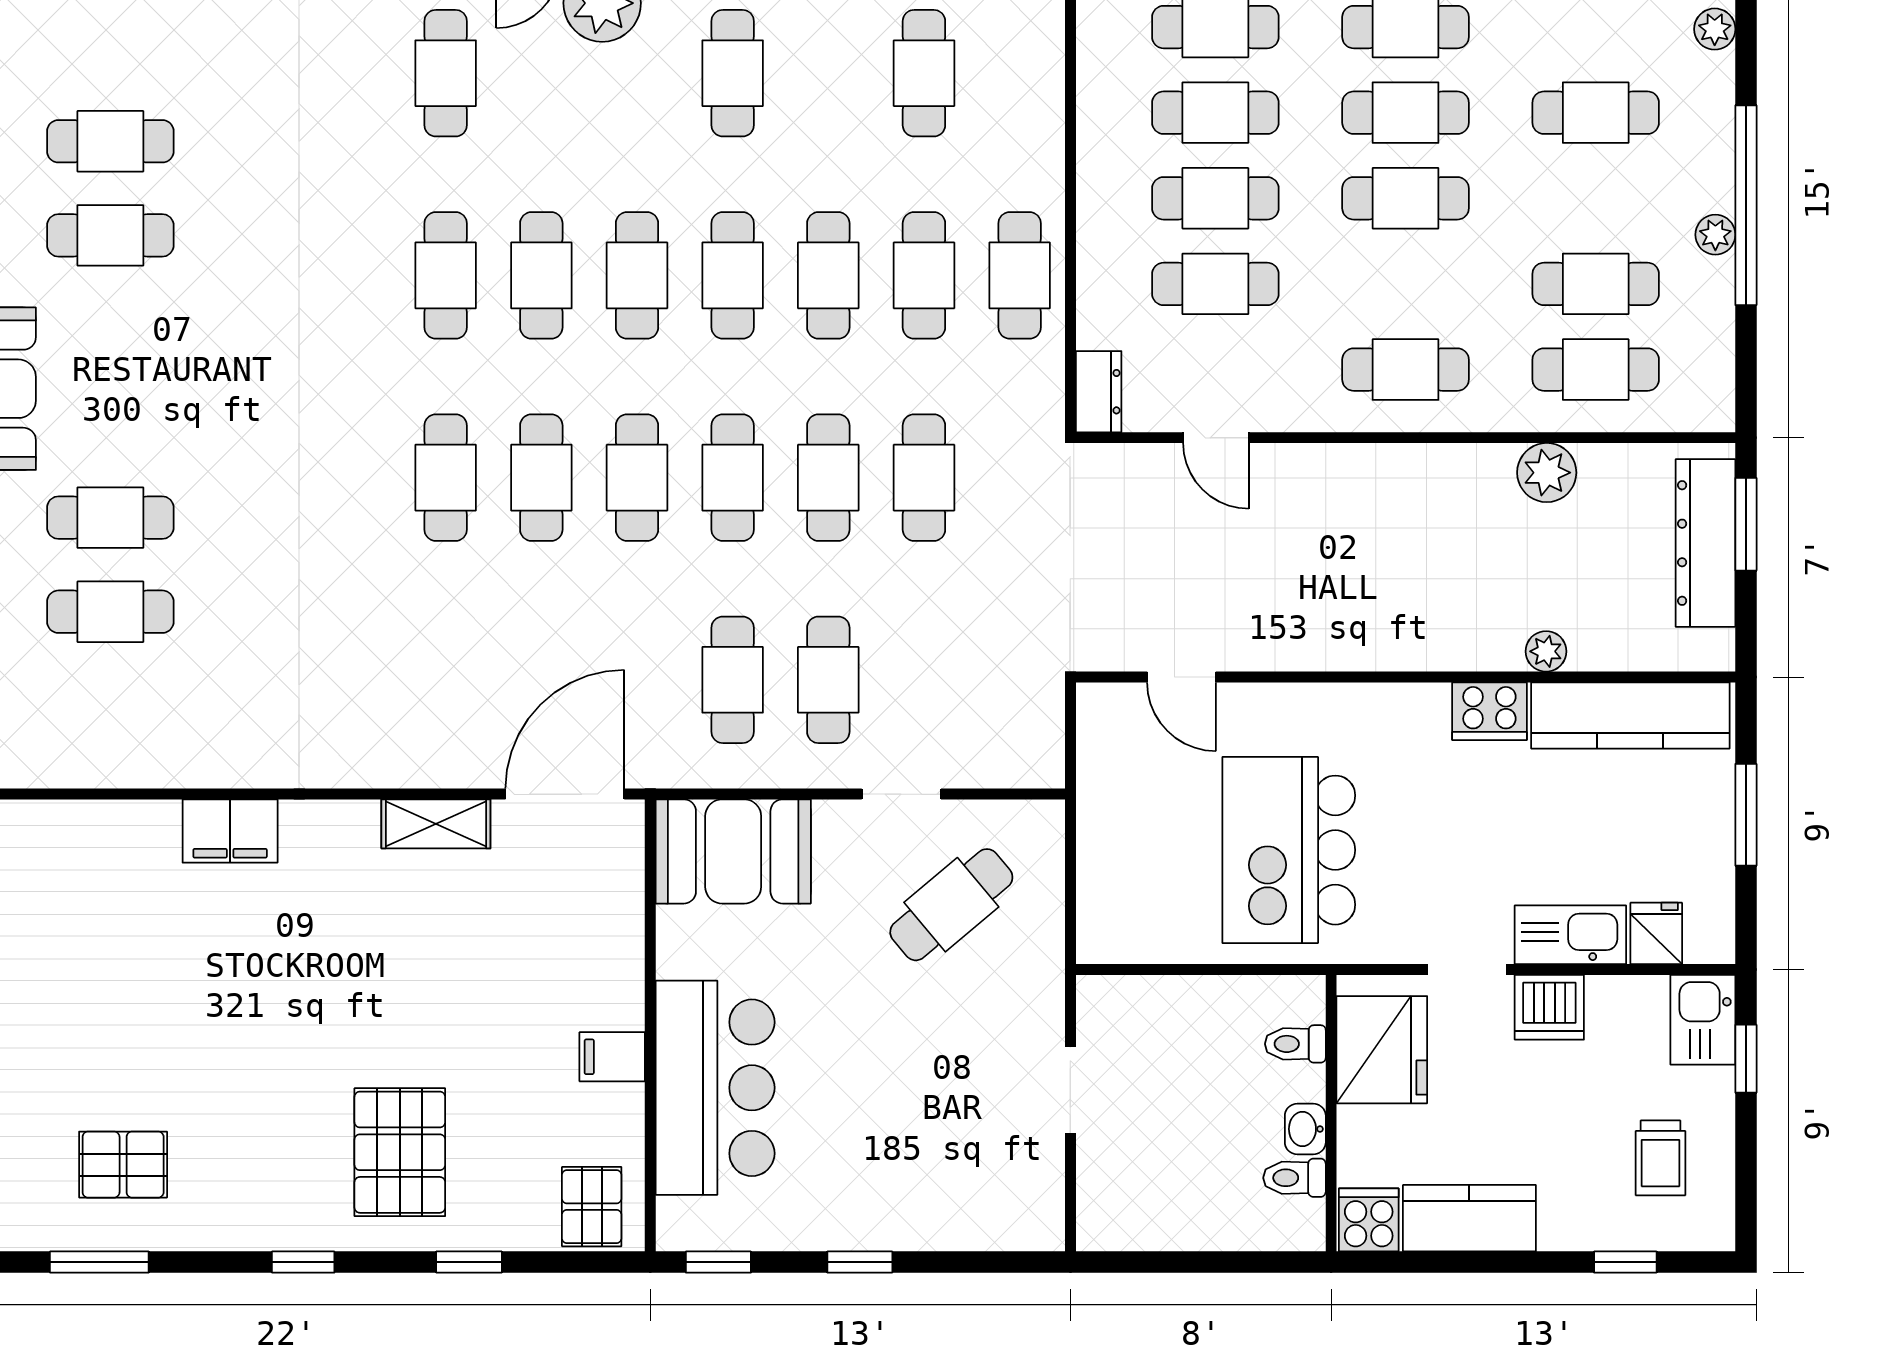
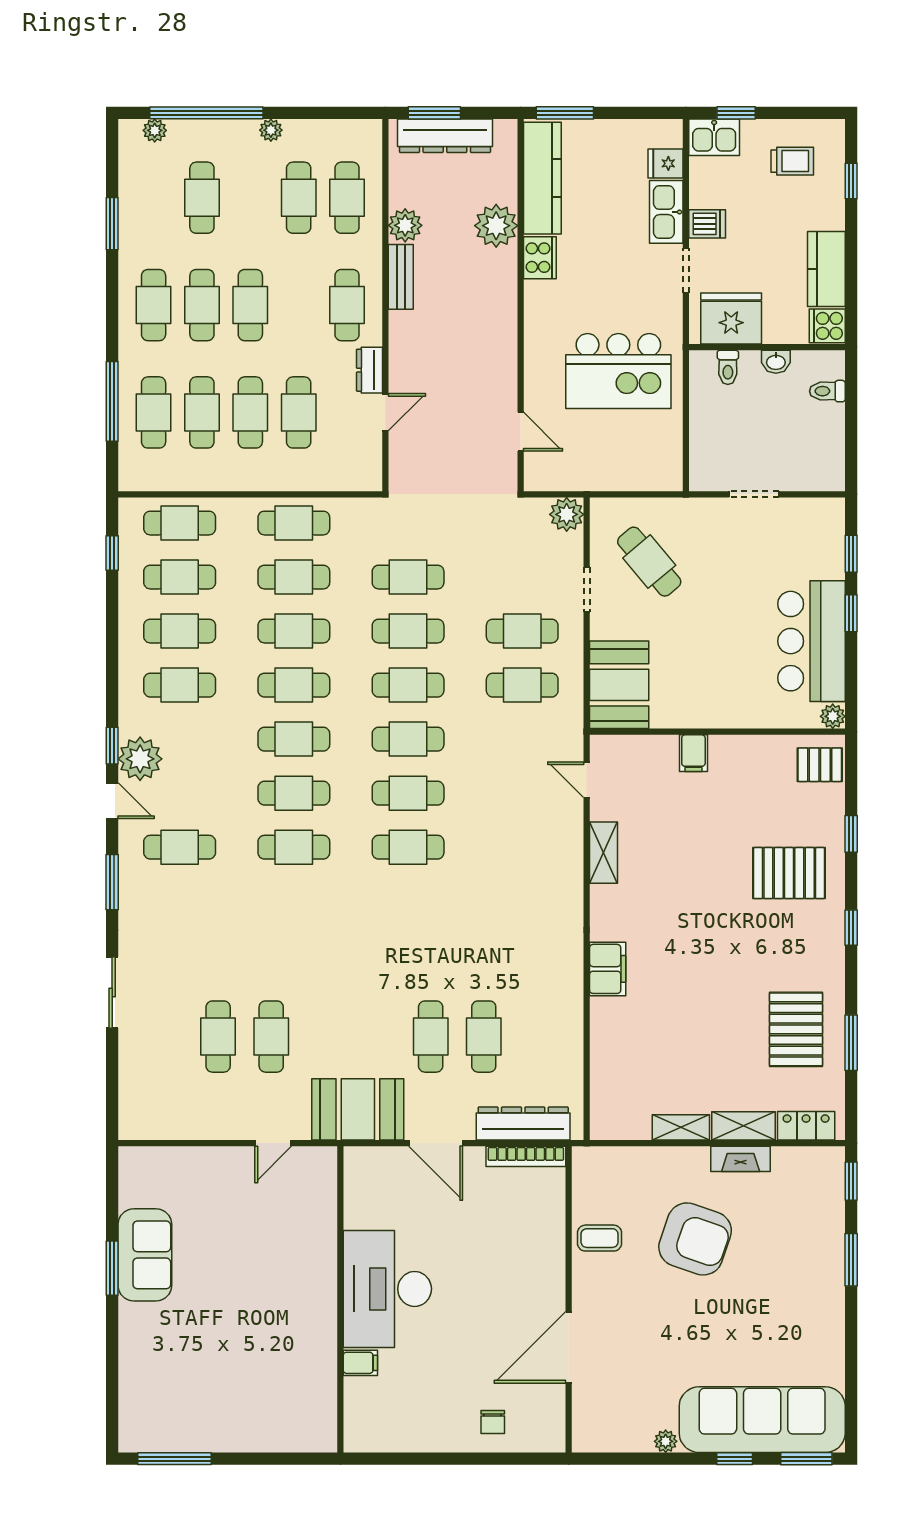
cafe table: (828, 73) -> (180, 631), added
cafe table: (1020, 73) -> (180, 523), added
window: (1746, 205) -> (206, 113), moved
dresser: (1099, 392) -> (370, 370), moved, turned -90
bench: (1455, 465) -> (401, 277), added
plant: (1546, 651) -> (496, 226), width x1.87, depth x1.87
door: (1182, 677) -> (521, 432), hinge flipped
plant: (1035, 758) -> (567, 514), added
door: (565, 794) -> (587, 780), width x0.53
window: (1746, 815) -> (565, 113), moved
dishwasher: (1549, 1007) -> (707, 224), width x0.73
filing cabinet: (612, 1057) -> (693, 753), moved
bar counter: (715, 1088) -> (811, 641), moved, turned -90
pallet: (123, 1165) -> (796, 1029), width x1.50, depth x1.42
toilet: (1294, 1178) -> (827, 391), moved, turned 90
plant: (677, 1230) -> (833, 716), added
window: (718, 1262) -> (851, 554), moved

